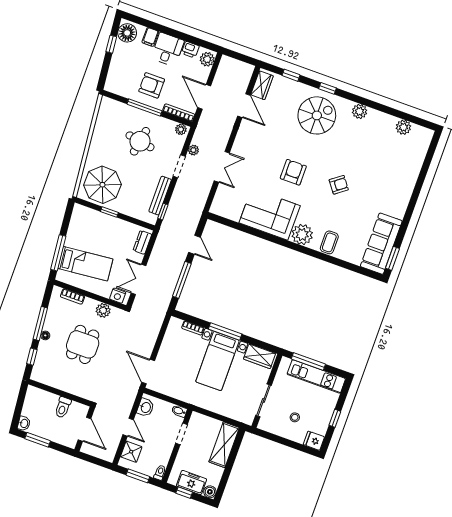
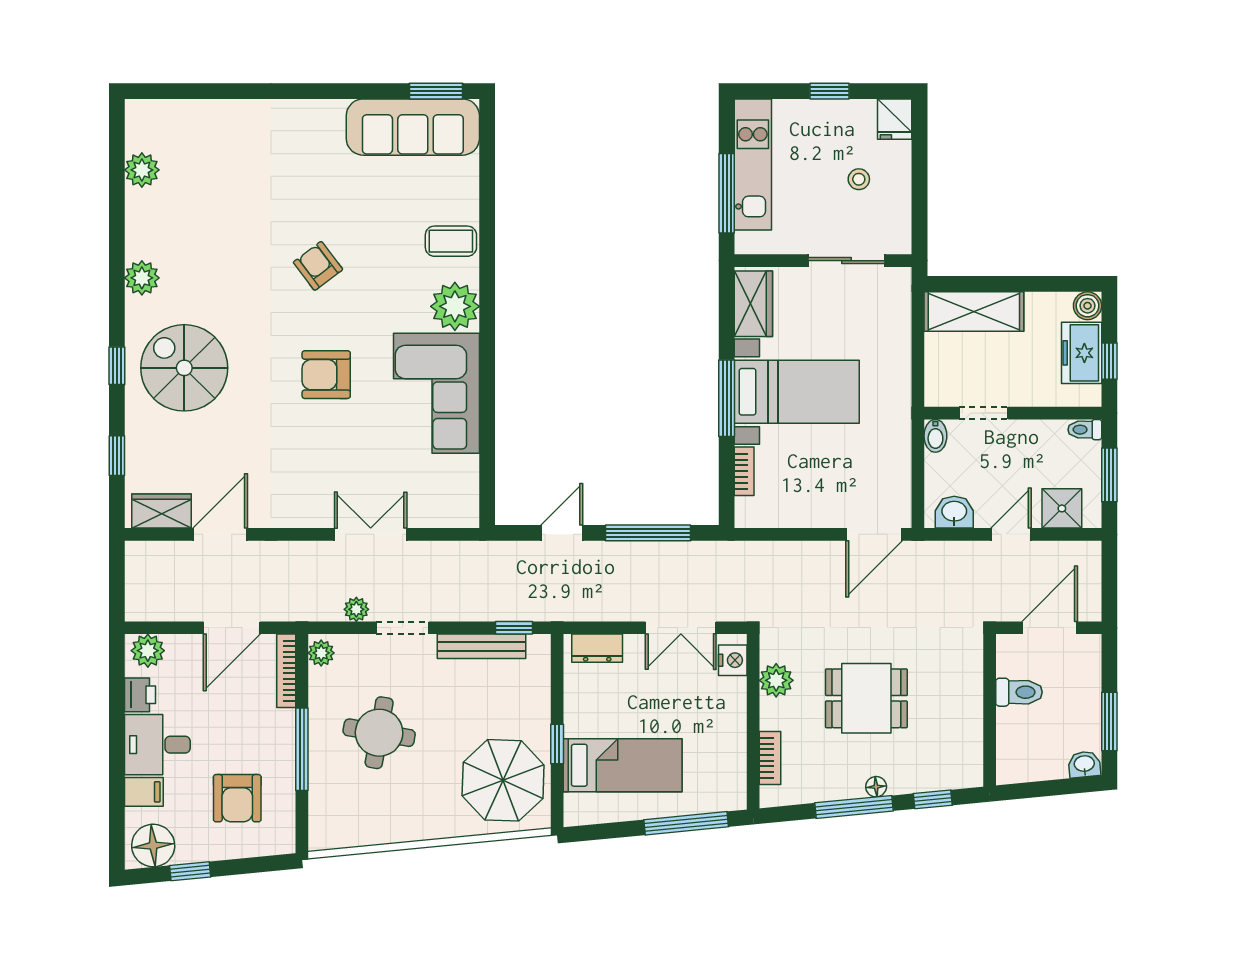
armchair: (152, 85) -> (237, 798), moved
bed: (85, 264) -> (623, 765), moved, turned 96

